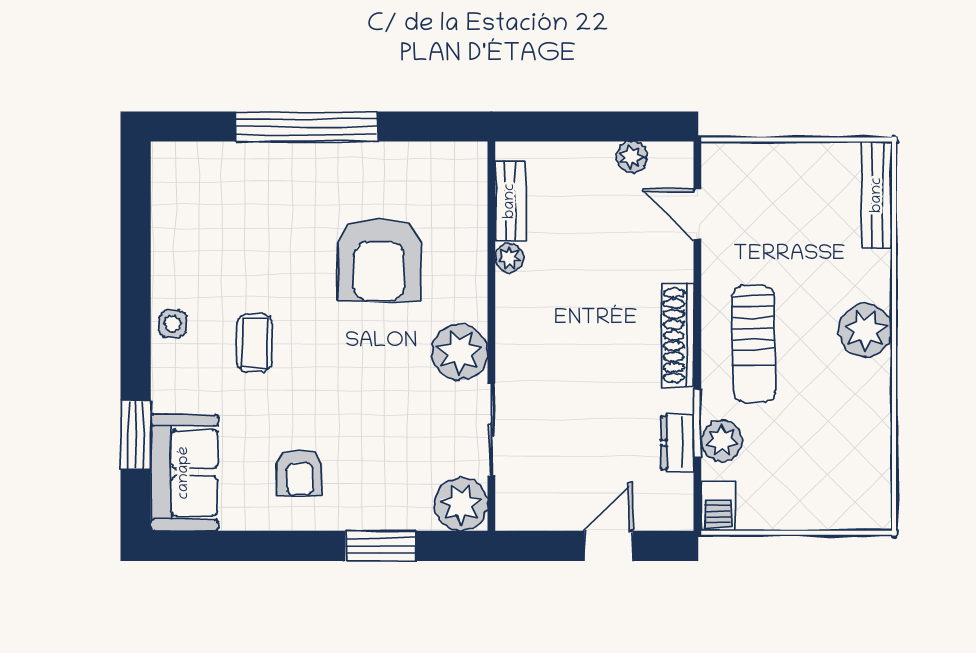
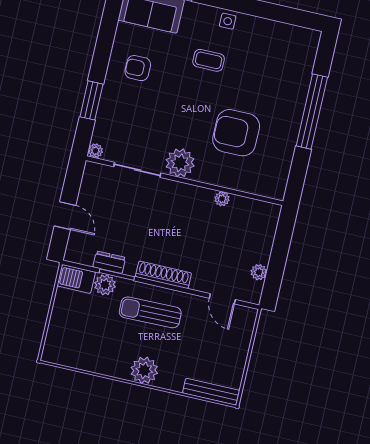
bench: (510, 201) -> (251, 206), removed
door: (697, 214) -> (222, 299), swing flipped
plant: (461, 504) -> (95, 151), width x0.53, depth x0.53
barbecue: (718, 507) -> (76, 279), width x1.38, depth x1.27

